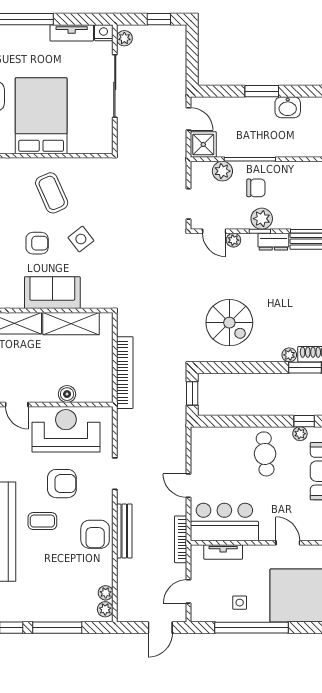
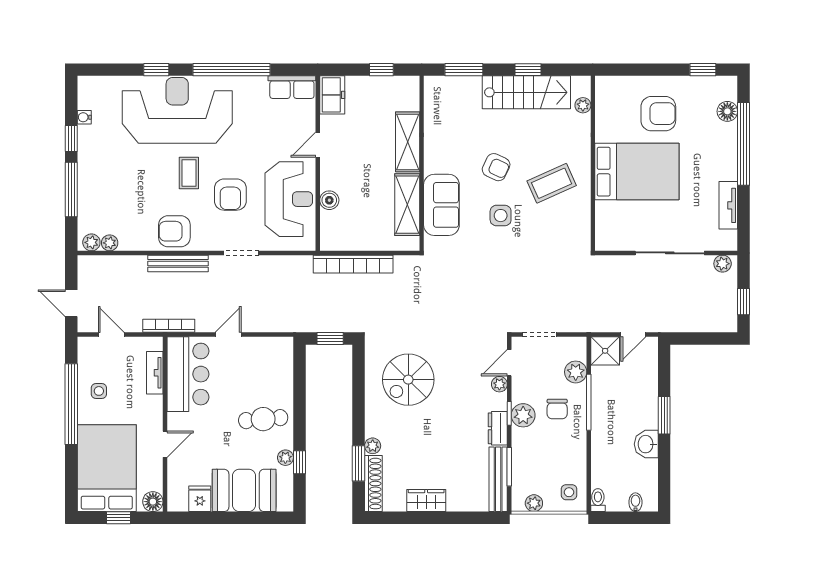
nightstand: (104, 33) -> (729, 241), removed
side table: (81, 239) -> (501, 216), turned 38
armchair: (37, 243) -> (496, 167), turned -65
sofa: (52, 293) -> (441, 205), moved

